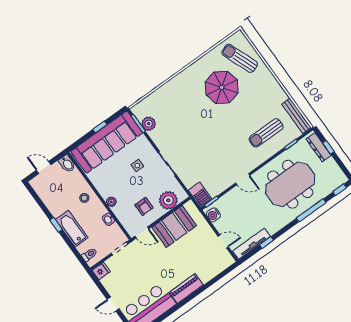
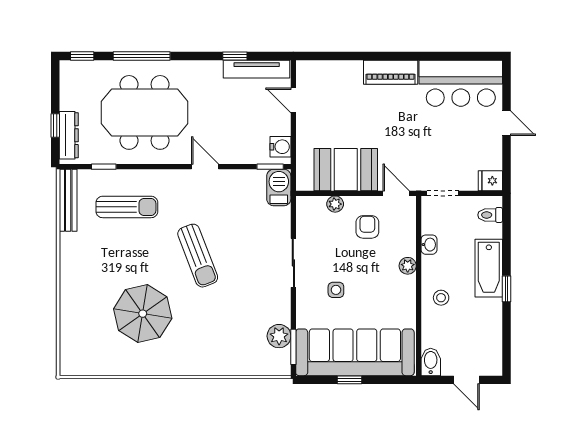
sun lounger: (240, 58) -> (198, 256), moved
plant: (168, 200) -> (335, 204), width x0.53, depth x0.53

